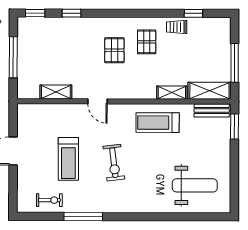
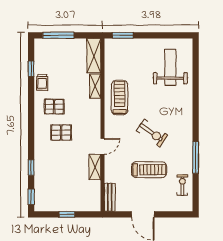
window: (13, 57) -> (67, 214), width x0.46
window: (235, 63) -> (58, 35), moved
shelving: (56, 92) -> (95, 167), moved
bench: (212, 110) -> (110, 197), moved
treadmill: (158, 123) -> (120, 98), turned 180
exercise bike: (114, 163) -> (152, 133), turned 42

